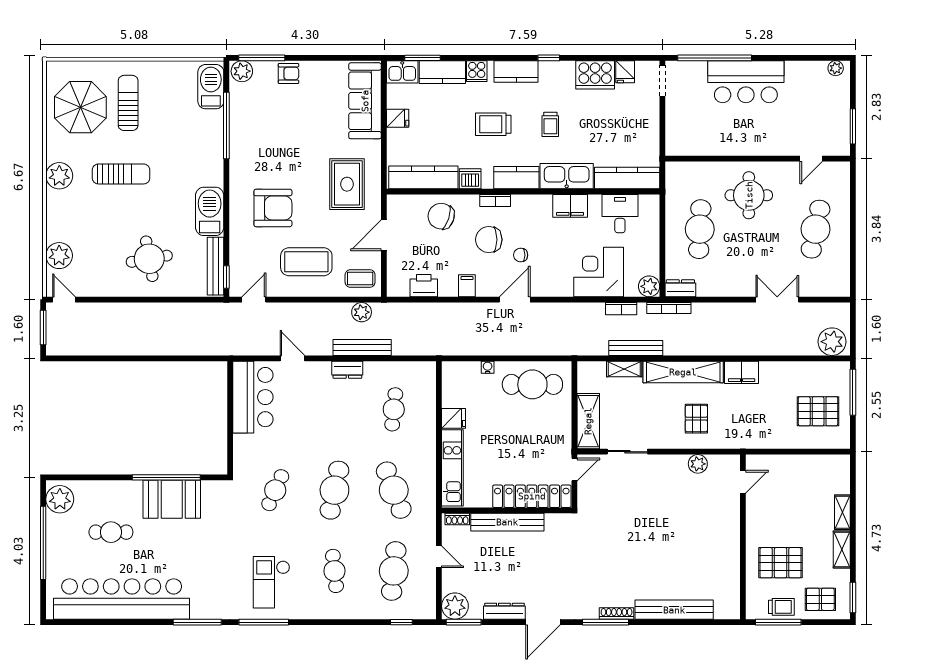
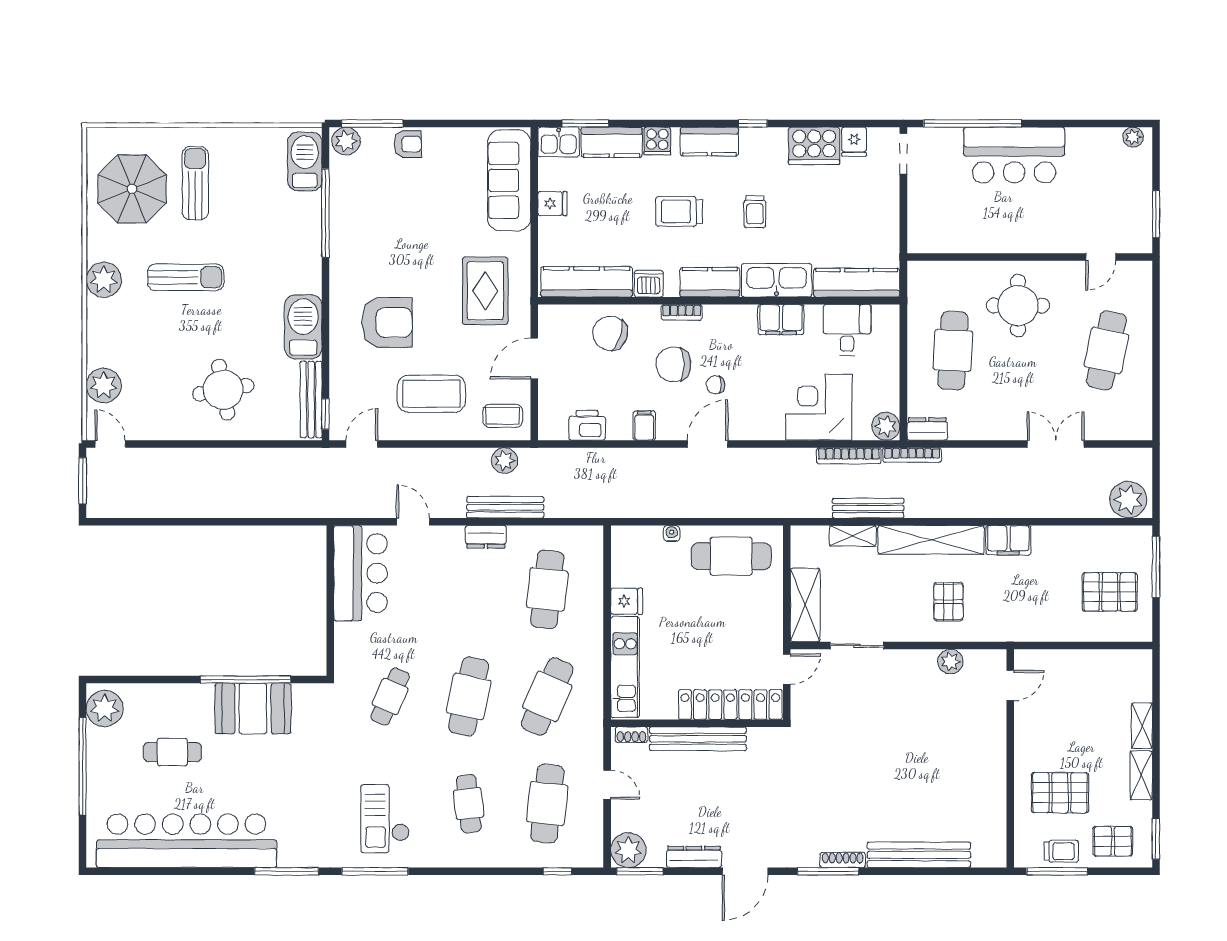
bookcase: (621, 309) -> (849, 456), width x1.56
cafe table: (394, 409) -> (547, 589), width x1.37, depth x1.35
cafe table: (394, 490) -> (547, 696), turned 45

